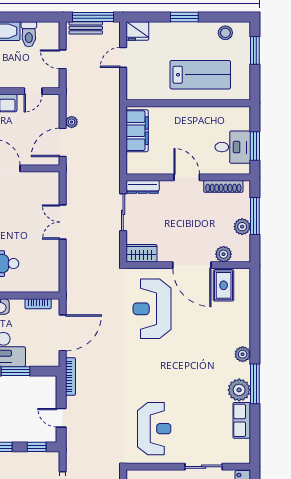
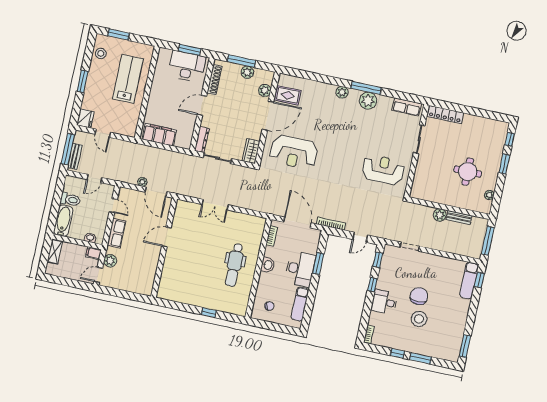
desk: (233, 147) -> (187, 66), width x1.37
row of seats: (242, 420) -> (407, 107), moved

